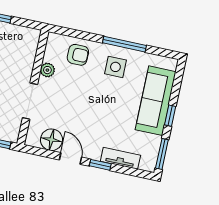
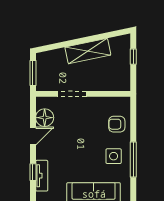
armchair: (78, 55) -> (117, 124), turned 90
plant: (47, 70) -> (99, 103), removed
window: (100, 165) -> (33, 172), moved

